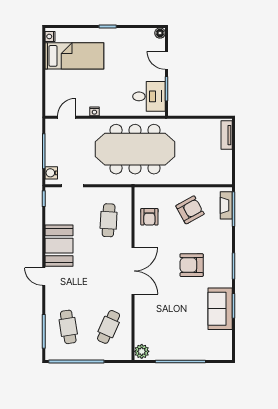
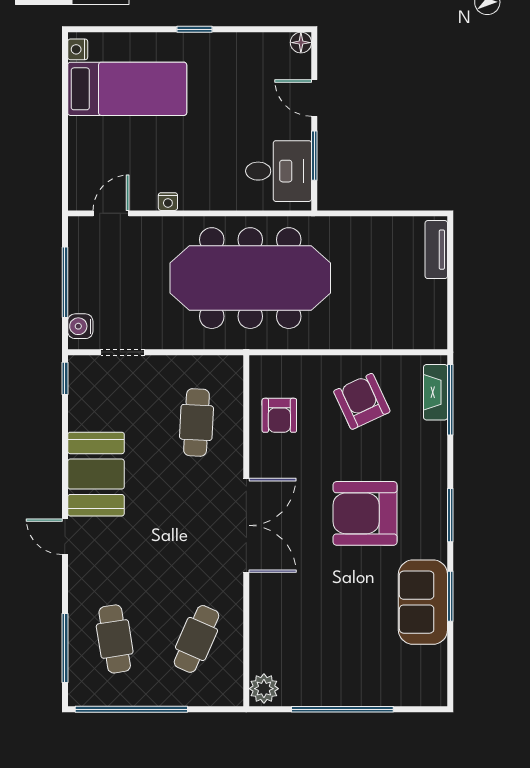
armchair: (190, 210) -> (362, 401), turned -86
armchair: (192, 265) -> (365, 513), width x1.36, depth x1.36

